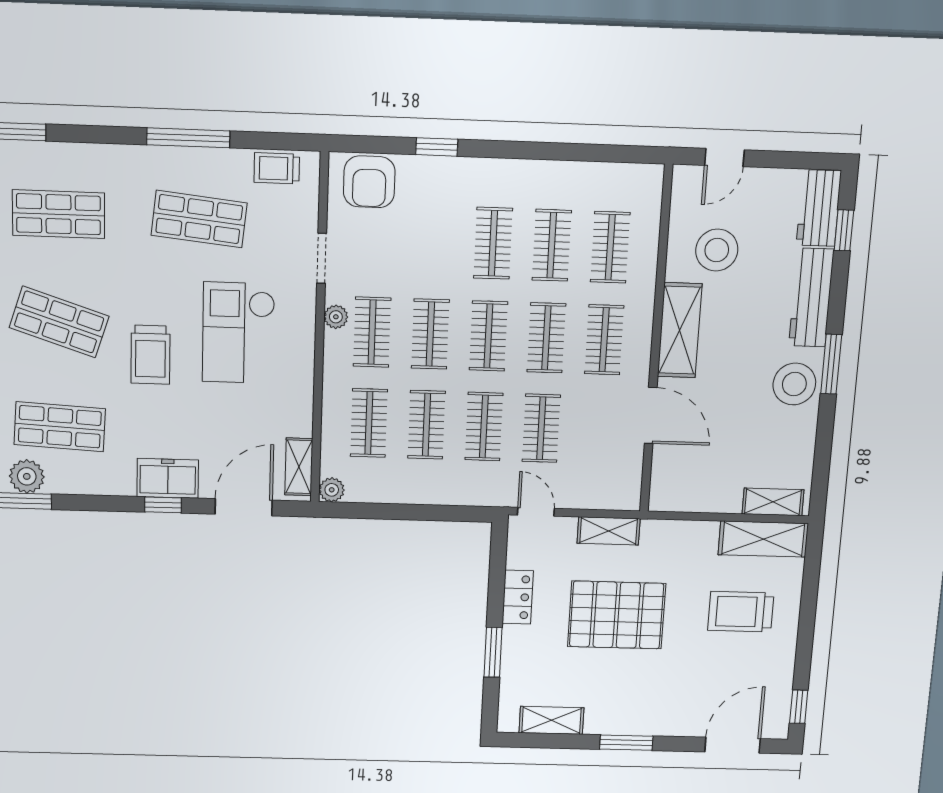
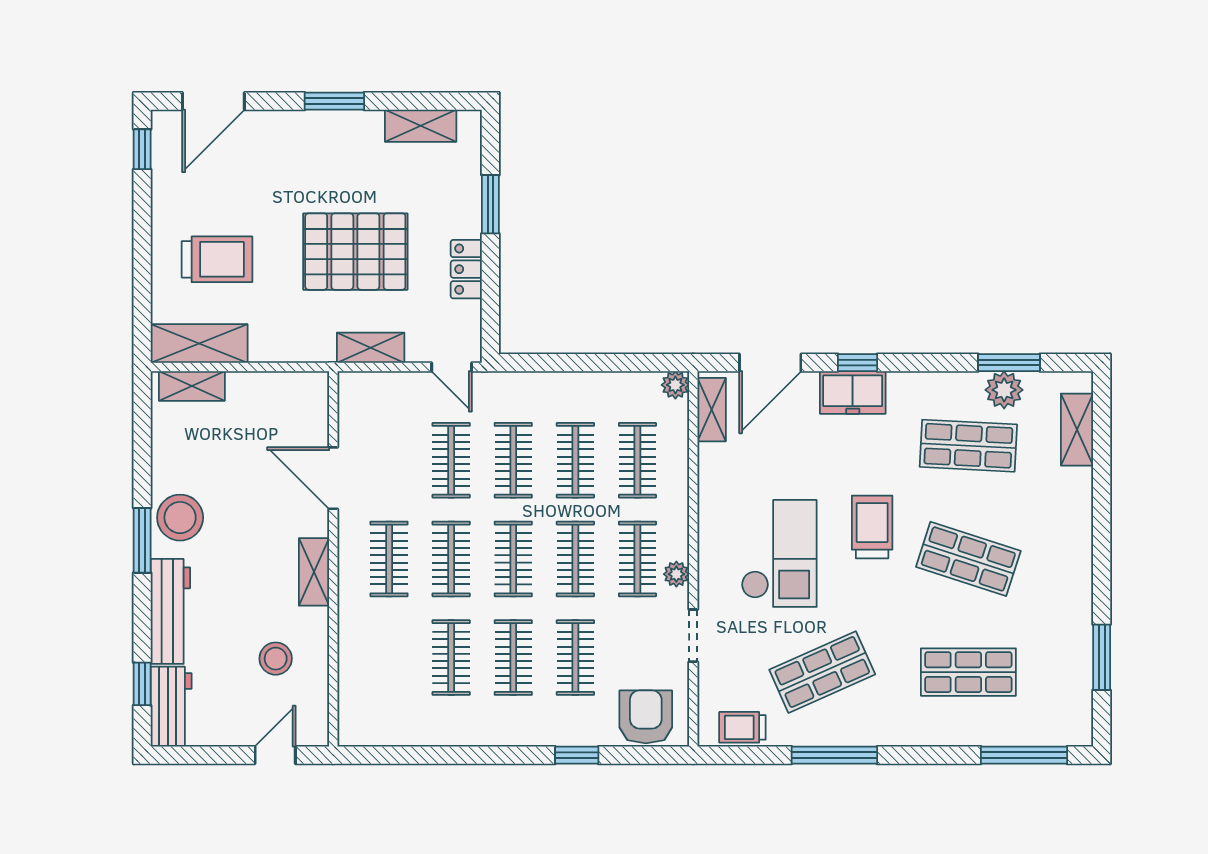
trolley: (277, 168) -> (742, 727), turned 180
shop shelf: (199, 219) -> (822, 672), turned -30
clothes rail: (610, 247) -> (575, 658), moved
stool: (717, 250) -> (276, 659), width x0.73, depth x0.73
shelving: (680, 330) -> (314, 572), width x0.67, depth x0.75

